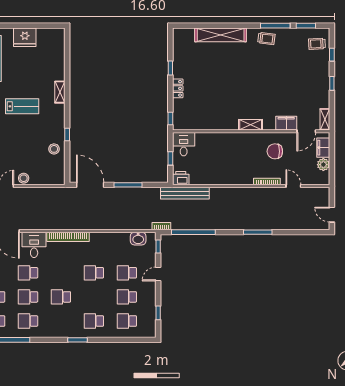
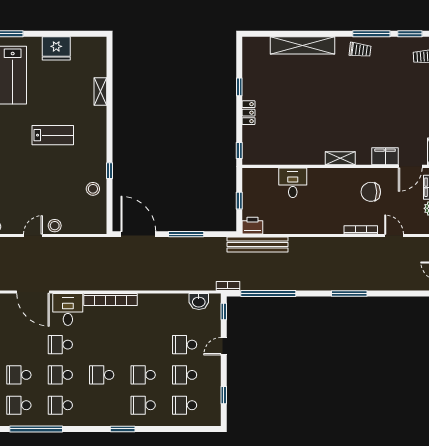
shelving: (60, 92) -> (100, 91), moved
desk: (184, 144) -> (293, 183), moved
school desk: (94, 273) -> (143, 375), moved

